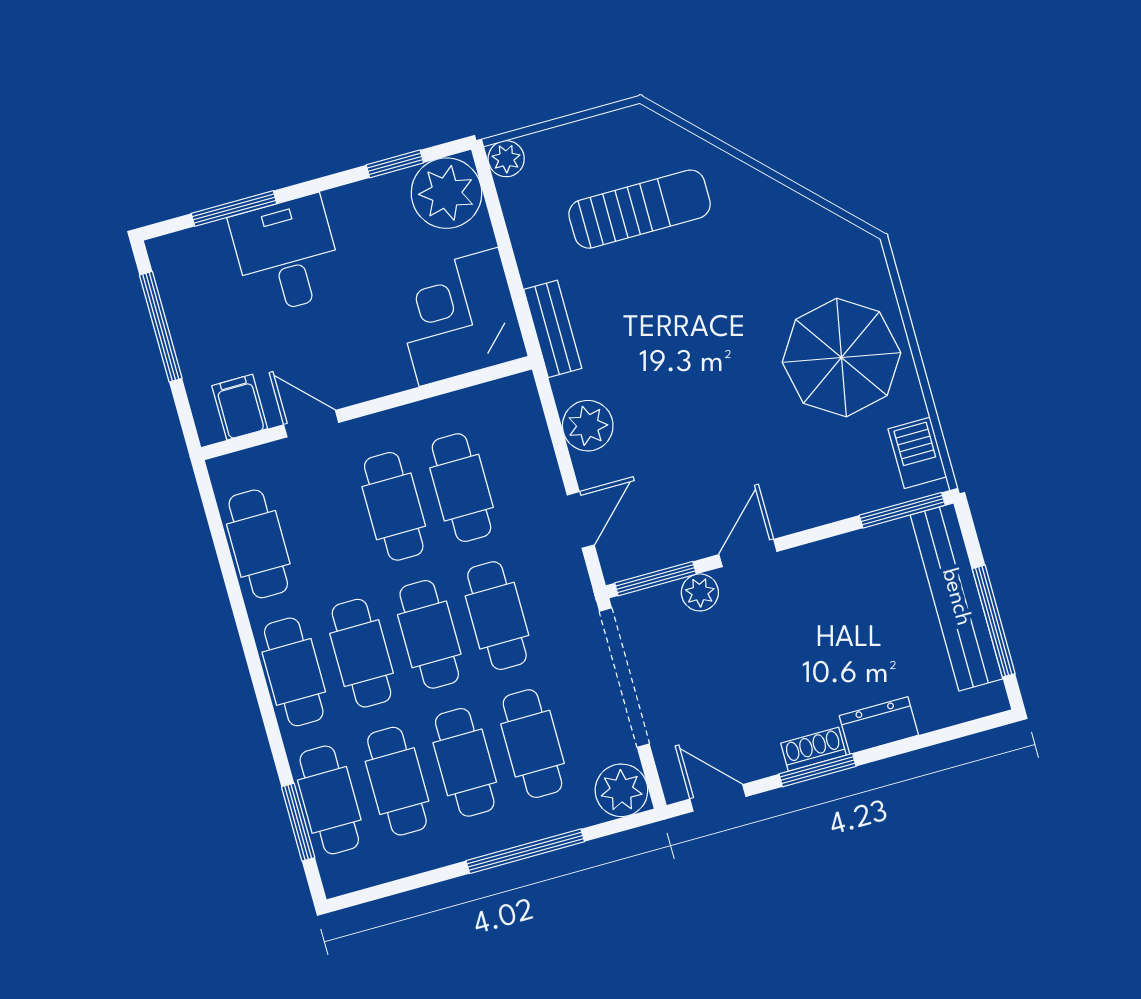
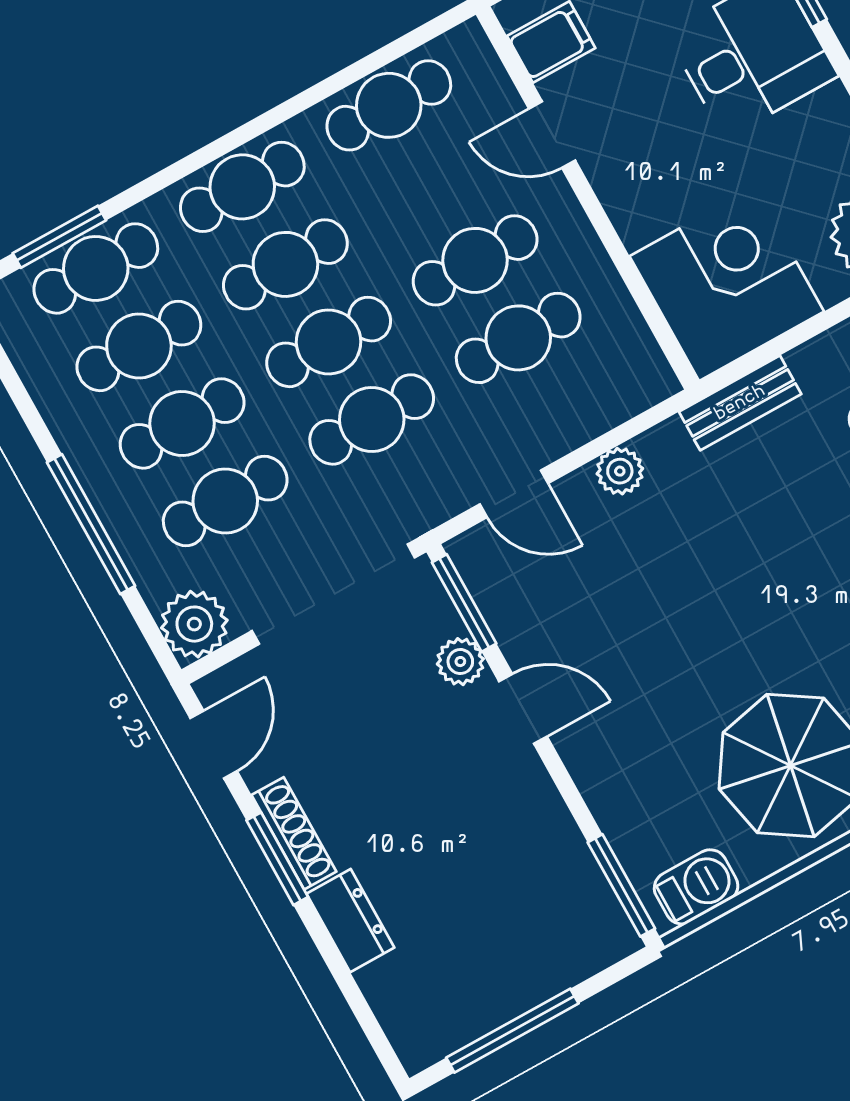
door: (311, 424) -> (552, 135), swing flipped
plant: (588, 426) -> (620, 471), width x0.73, depth x0.73
bench: (956, 597) -> (531, 978), removed
shoe rack: (814, 749) -> (294, 833), width x1.43

